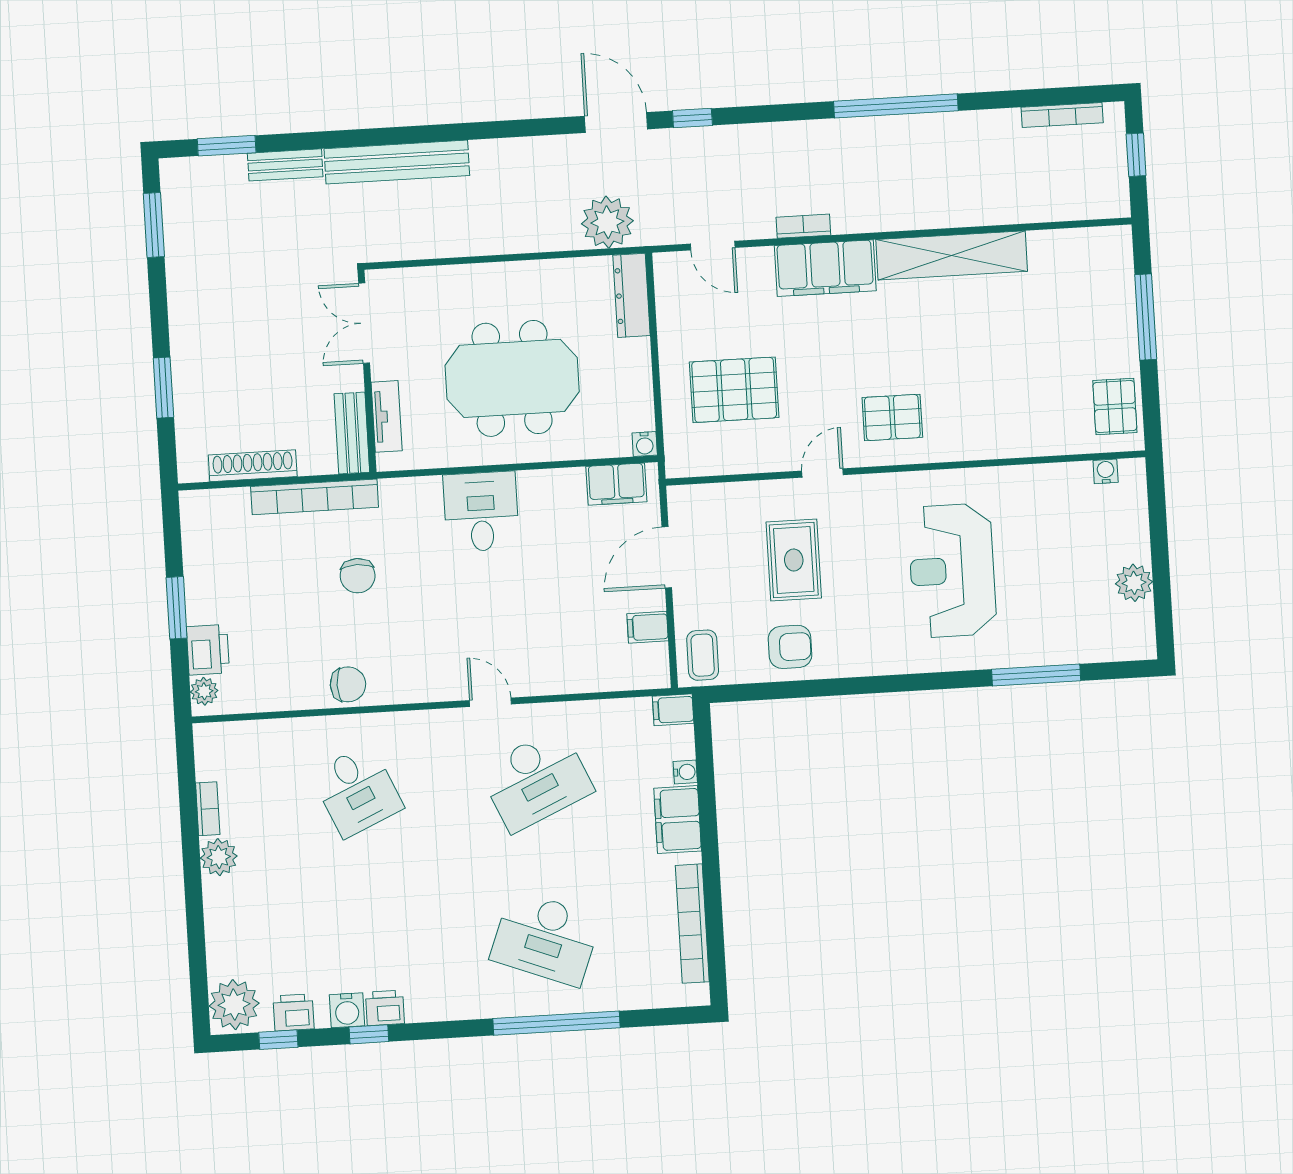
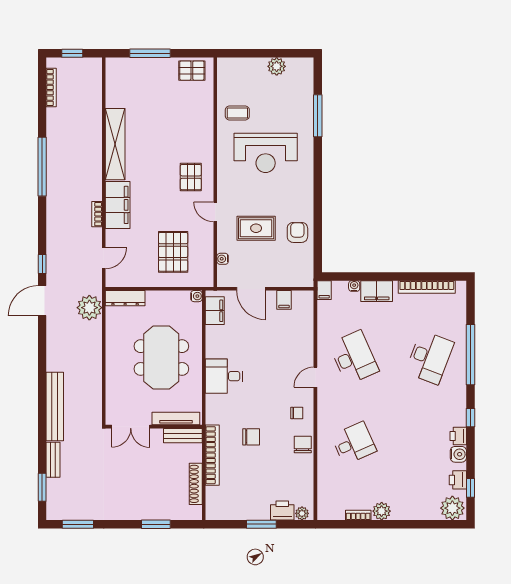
tv unit: (387, 416) -> (176, 419), width x1.41
water cooler: (1106, 471) -> (223, 259), moved
coffee table: (703, 655) -> (237, 113), moved
chair: (413, 668) -> (297, 413), added
window: (369, 1034) -> (470, 418), moved

